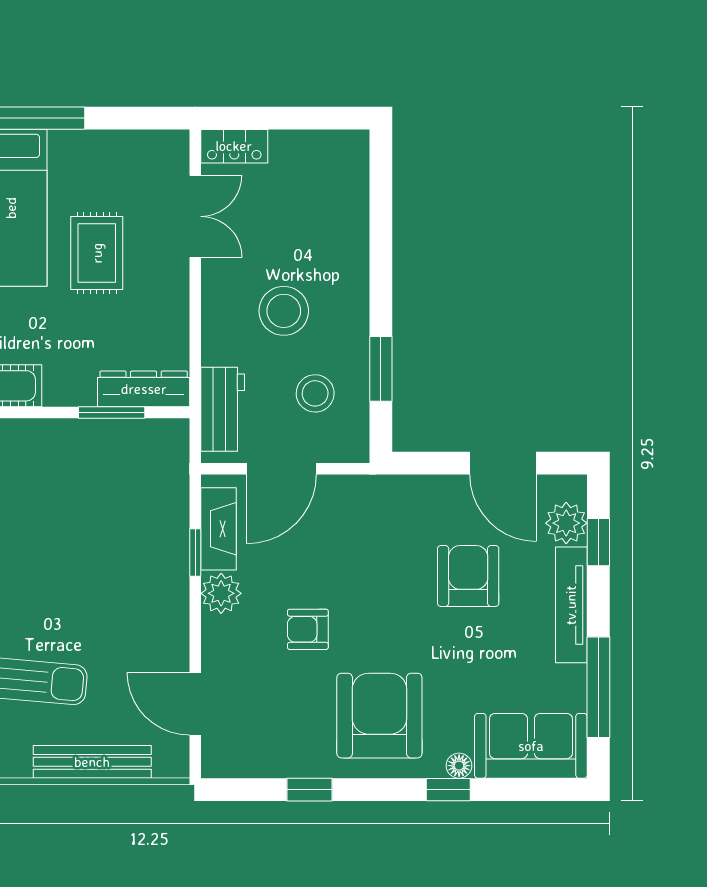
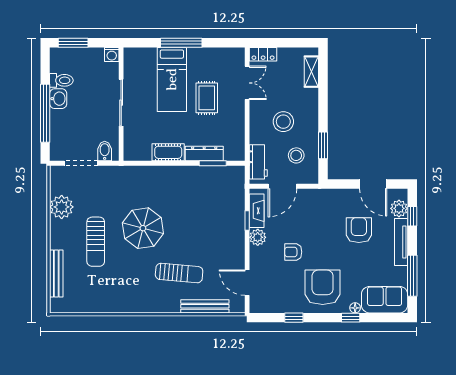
shelving: (352, 189) -> (311, 72), added
dresser: (144, 389) -> (204, 154), moved

